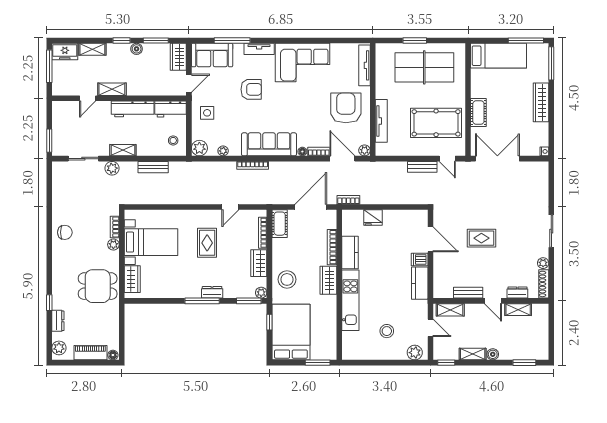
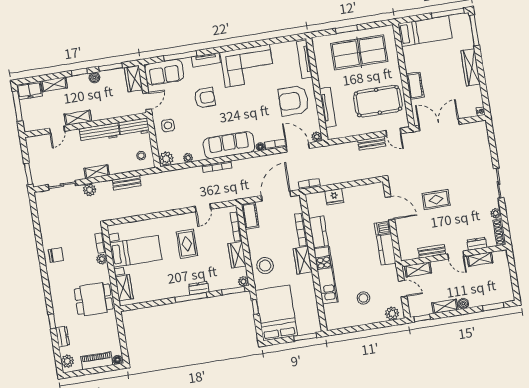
armchair: (346, 108) -> (294, 101), turned -90

